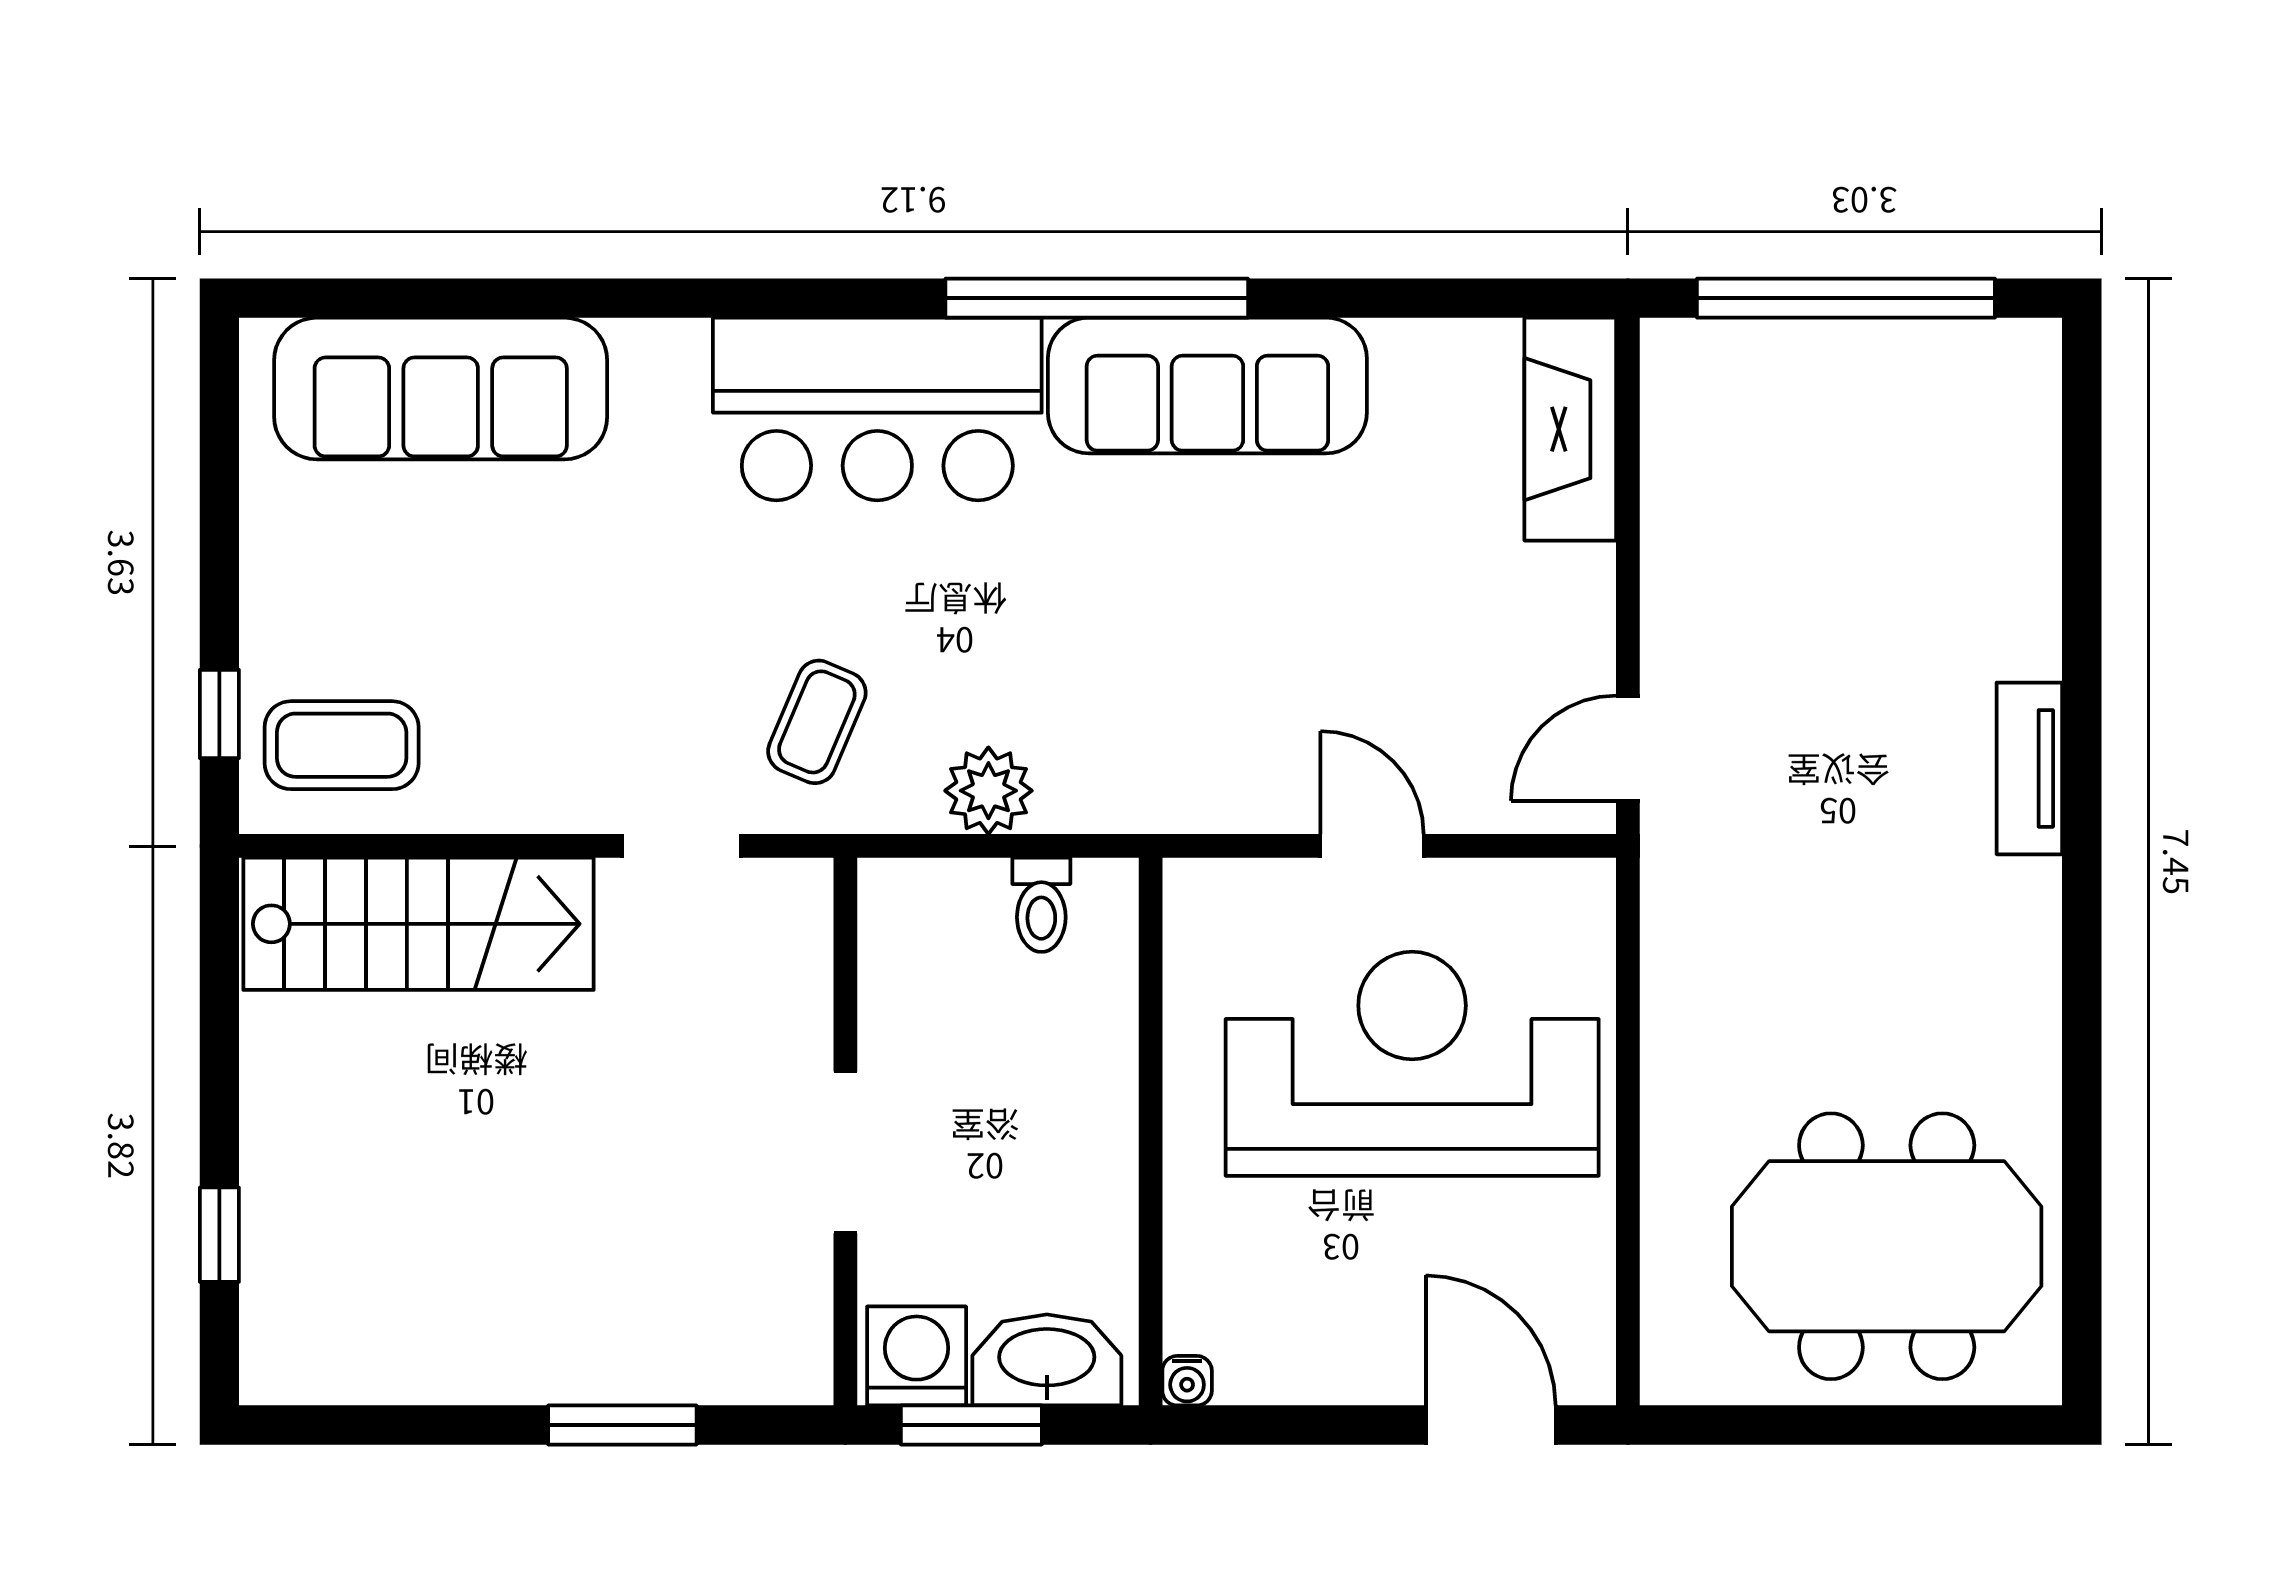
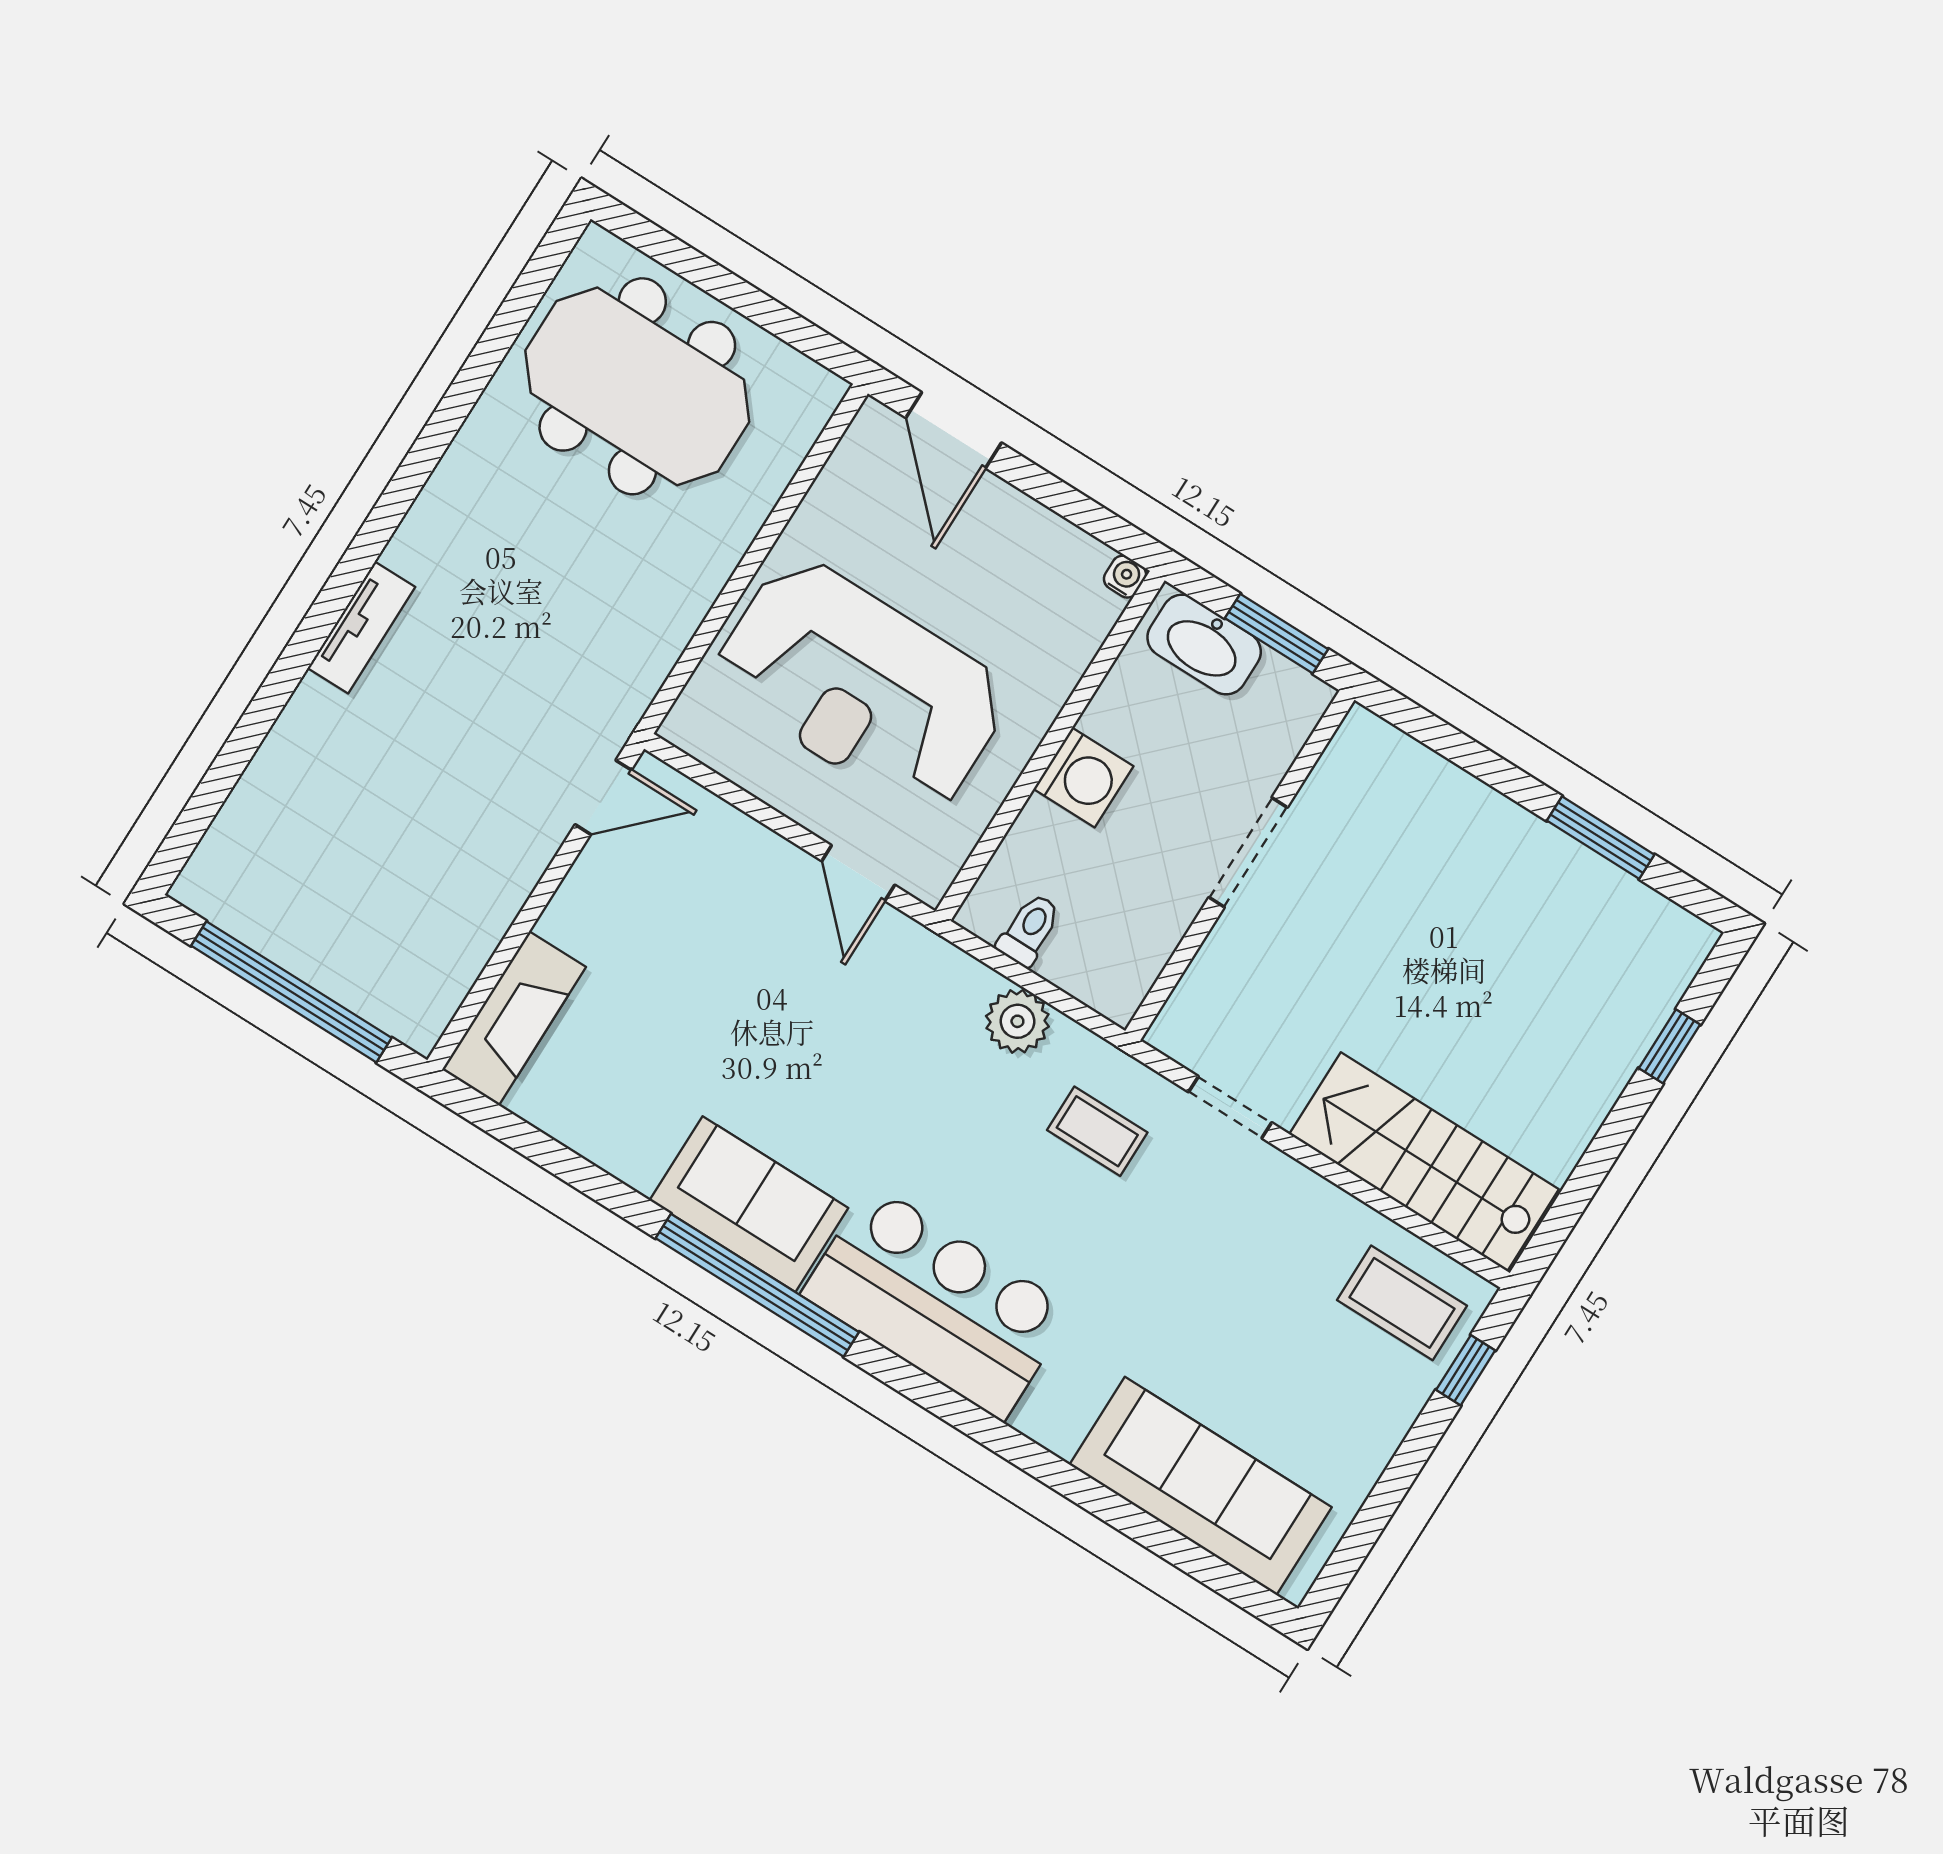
sofa: (1207, 386) -> (749, 1204), width x0.73
coffee table: (817, 722) -> (1097, 1131), turned 67
door: (1372, 846) -> (858, 873), moved
washing machine: (917, 1356) -> (1083, 778), moved, turned -90
window: (622, 1425) -> (1601, 838), moved

